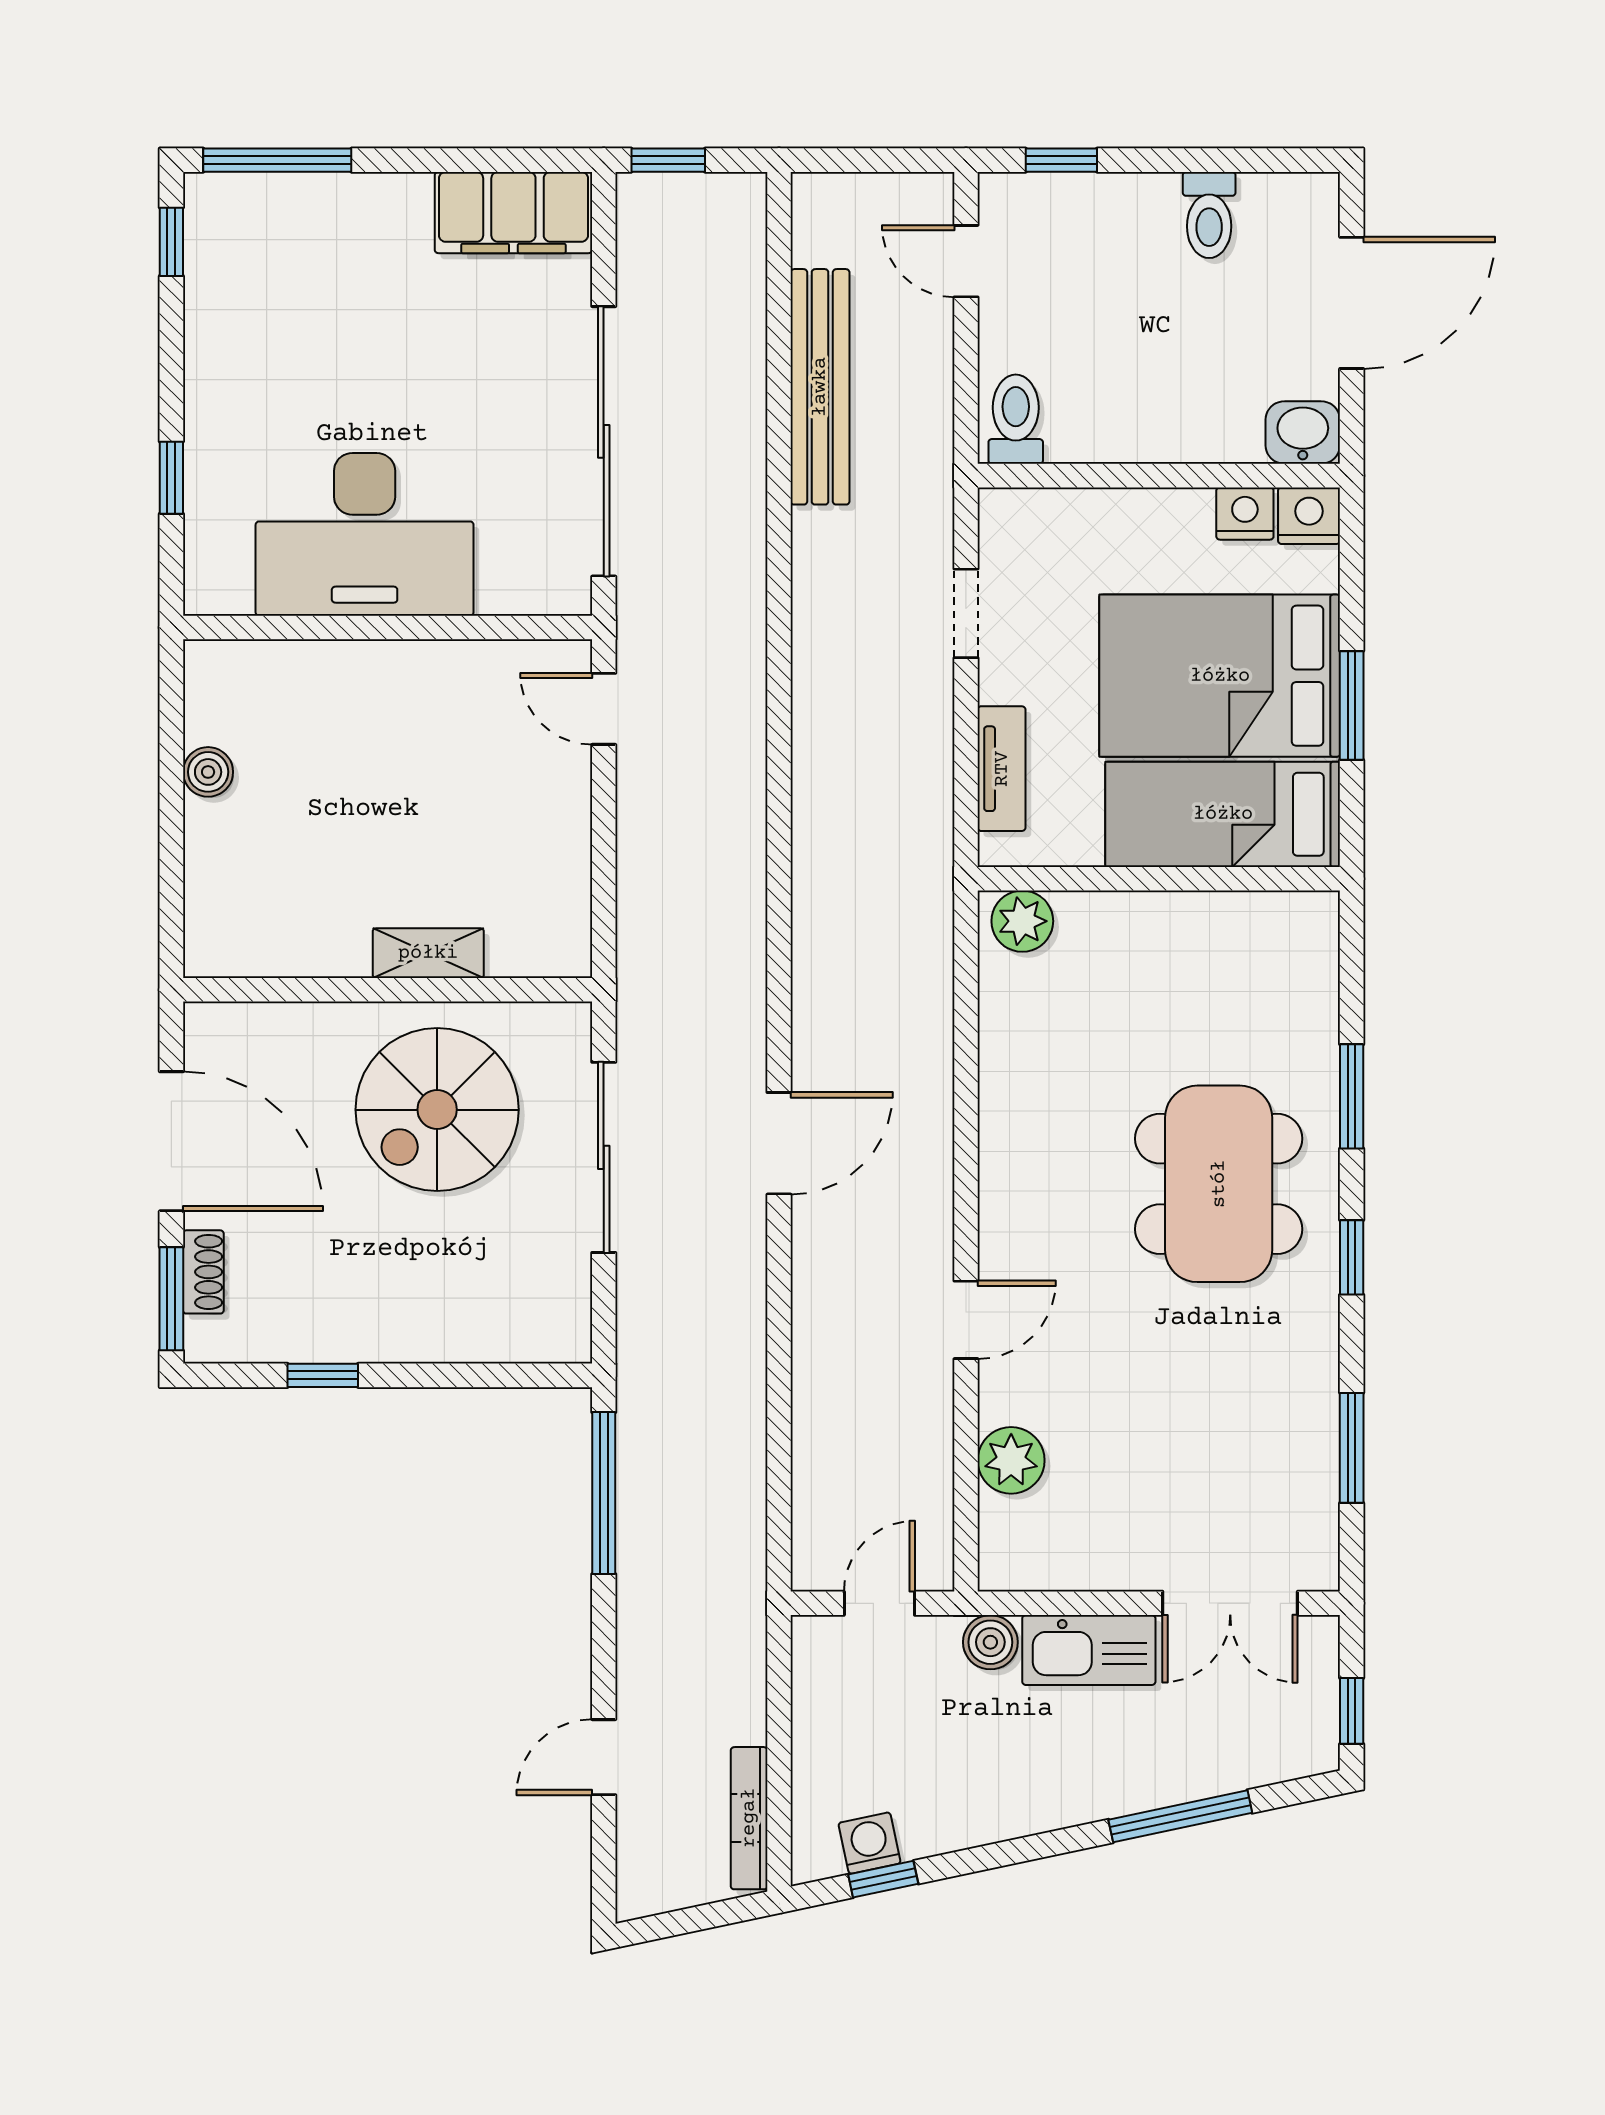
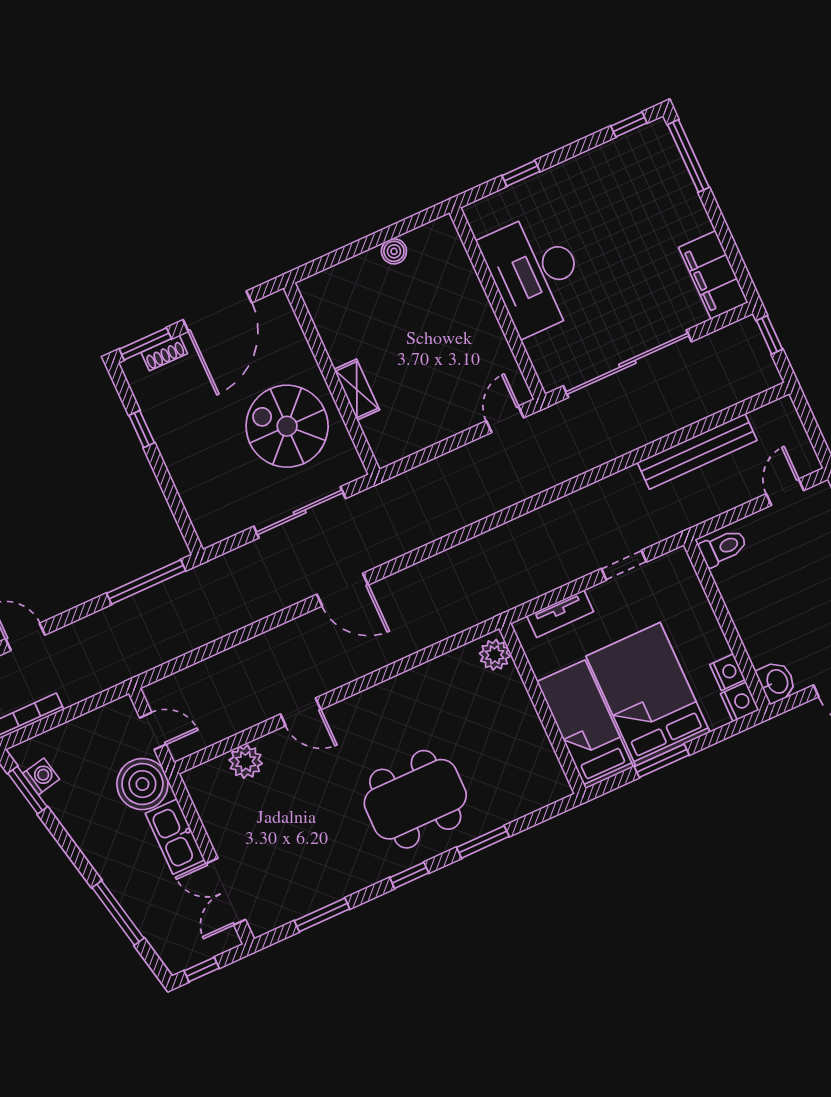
boiler: (990, 1642) -> (142, 784), width x1.86, depth x1.86
window: (883, 1879) -> (27, 790), width x1.50

